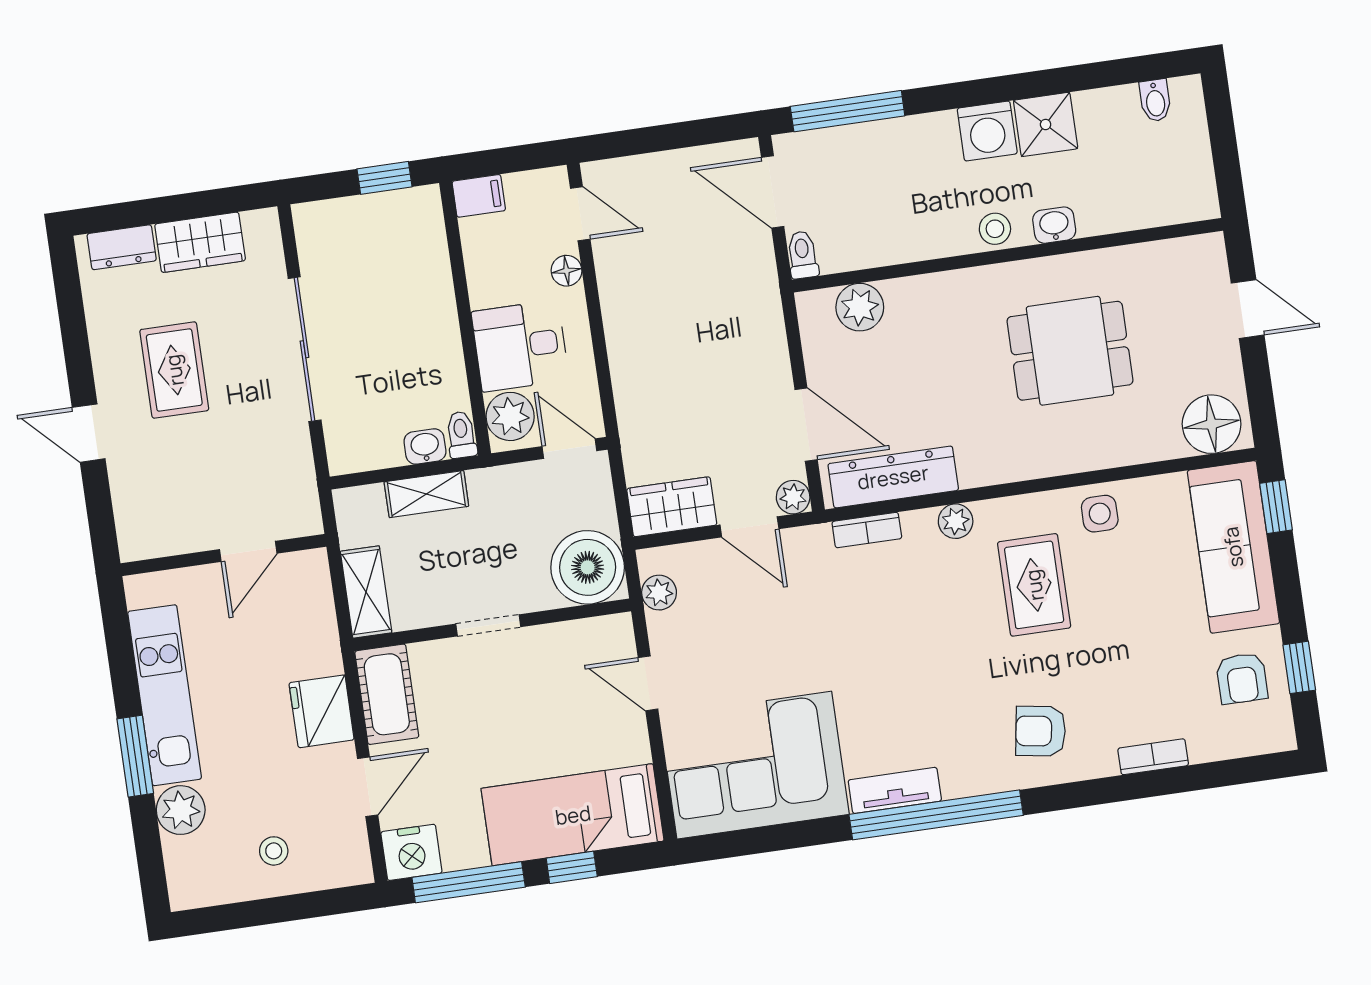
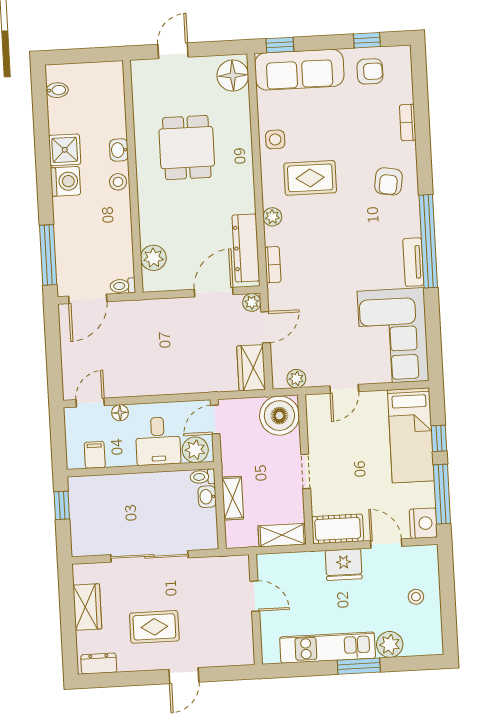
filing cabinet: (479, 196) -> (95, 455), moved
dresser: (122, 247) -> (99, 664), moved, turned -90

